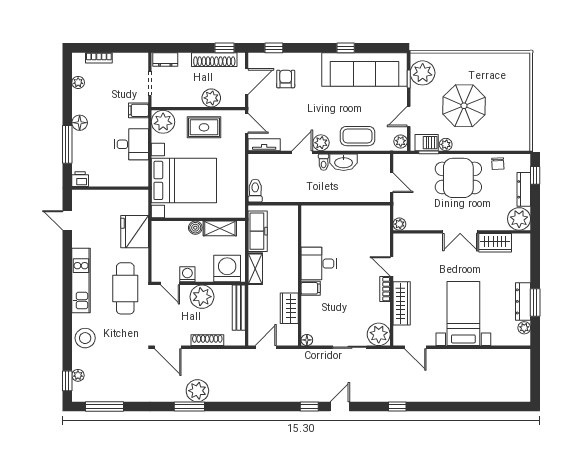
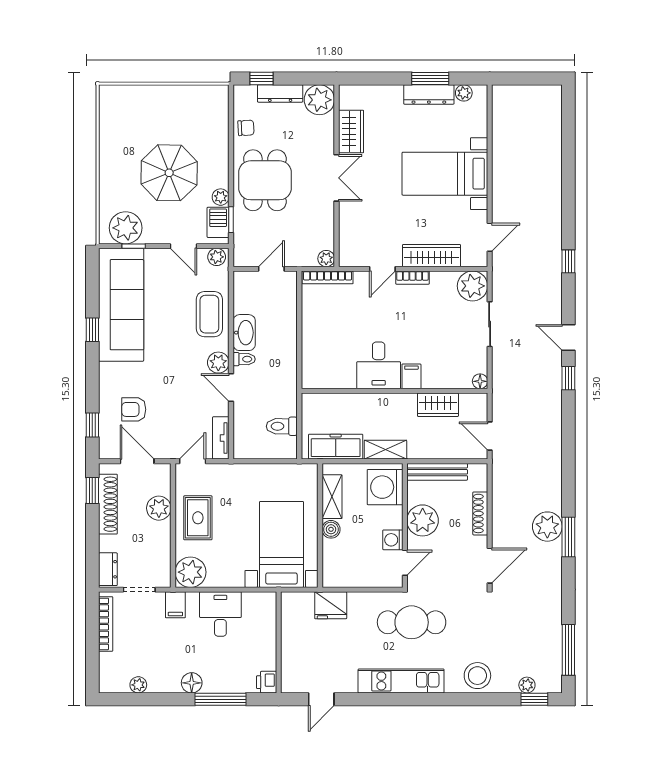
bookcase: (99, 58) -> (106, 624), moved, width x1.56
bed with nightstands: (184, 180) -> (281, 544), width x0.73
toilet: (255, 191) -> (282, 426), moved
bookcase: (385, 225) -> (328, 277), added
fridge: (135, 232) -> (331, 605), width x0.73, depth x0.75

